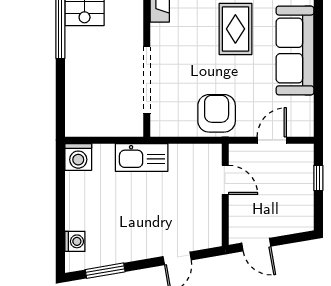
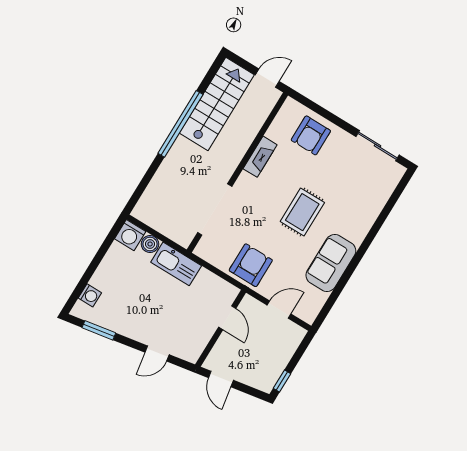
sofa: (295, 50) -> (331, 263), width x0.73
boiler: (103, 154) -> (150, 244), added
window: (318, 178) -> (282, 381), moved

